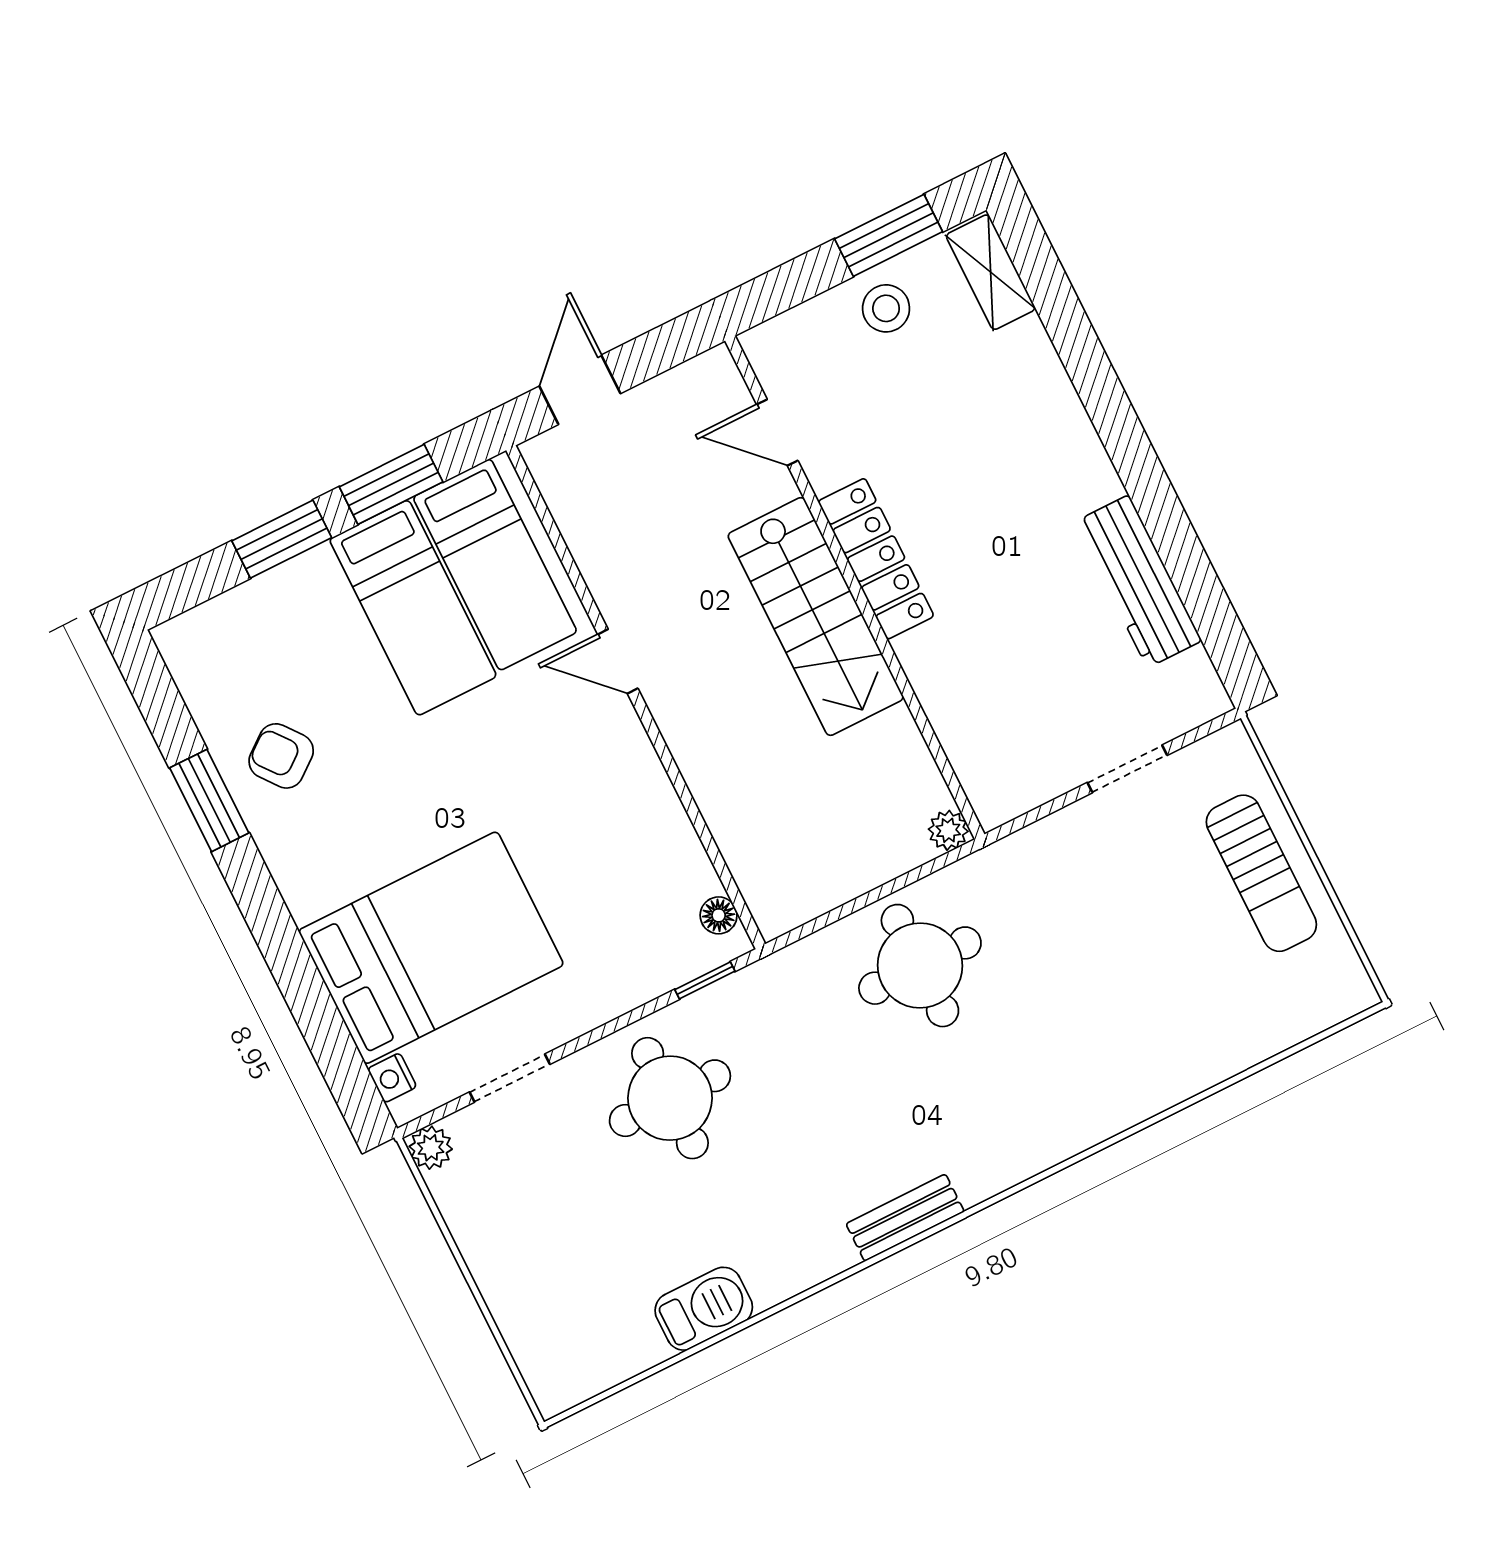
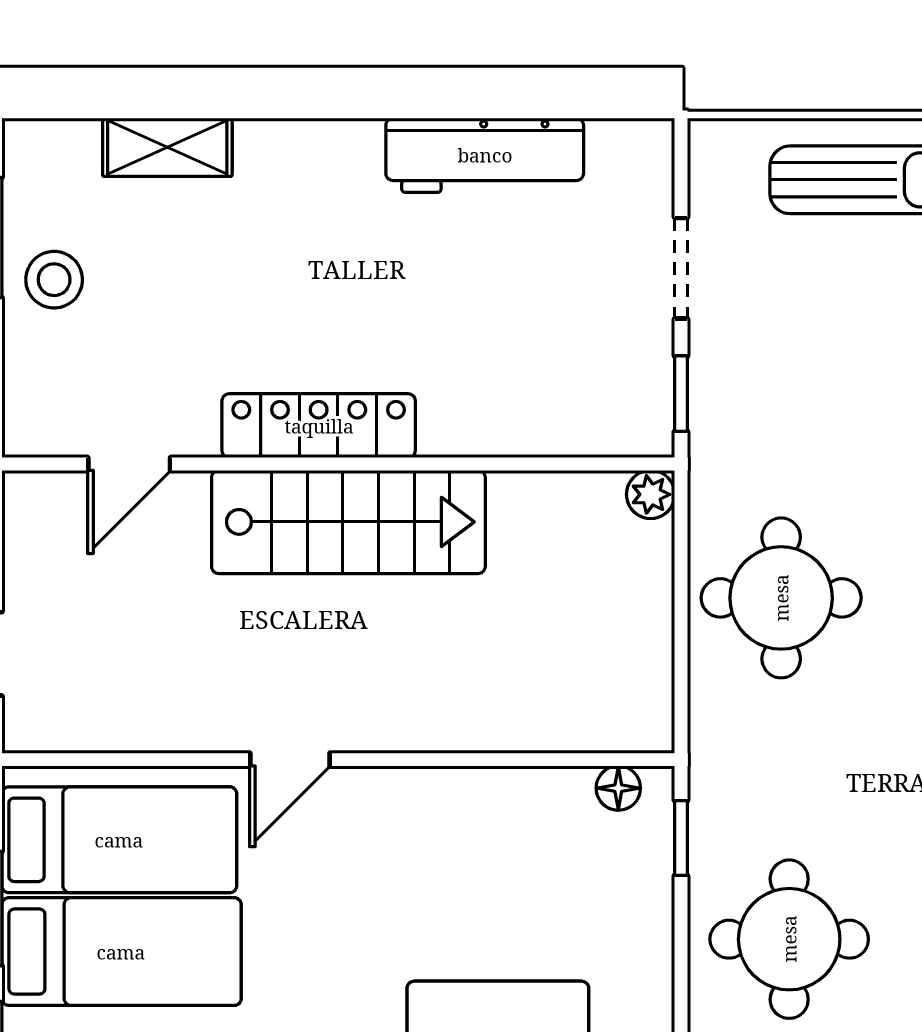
shelving: (991, 272) -> (167, 147), moved
window: (1034, 815) -> (681, 394), added

